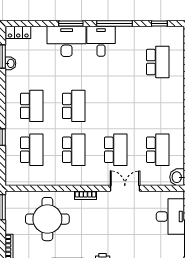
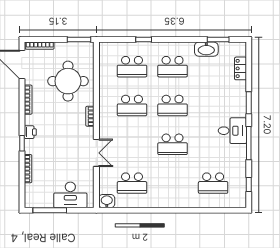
locker: (18, 32) -> (241, 68), moved
desk: (67, 41) -> (232, 99), removed
washbasin: (10, 63) -> (206, 49), width x1.91, depth x1.45
school desk: (116, 150) -> (173, 144), moved

